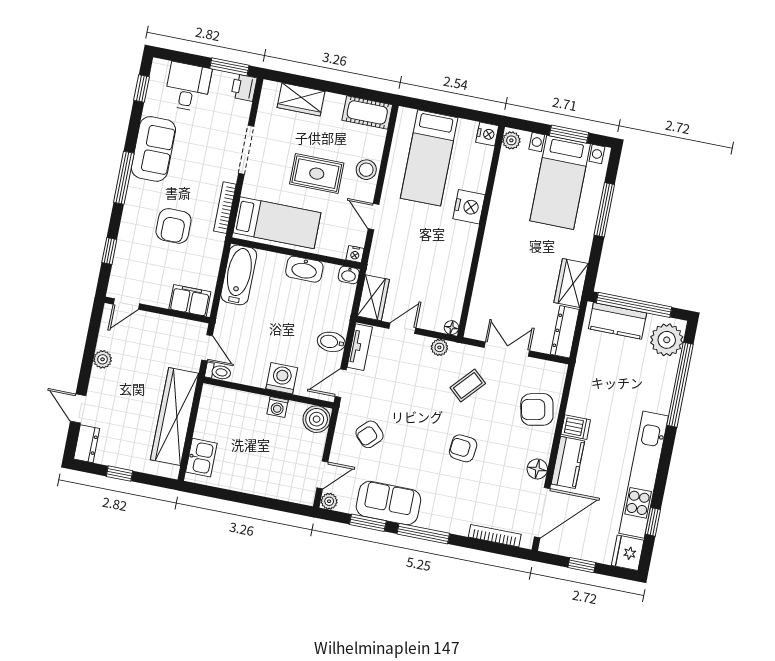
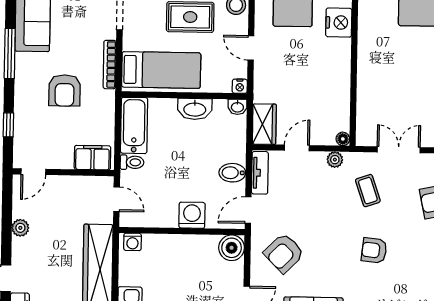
toilet: (218, 372) -> (132, 162), moved
coffee table: (468, 385) -> (368, 191), turned -61
washing machine: (278, 407) -> (133, 242), moved
armchair: (370, 434) -> (284, 253), width x1.38, depth x1.38

